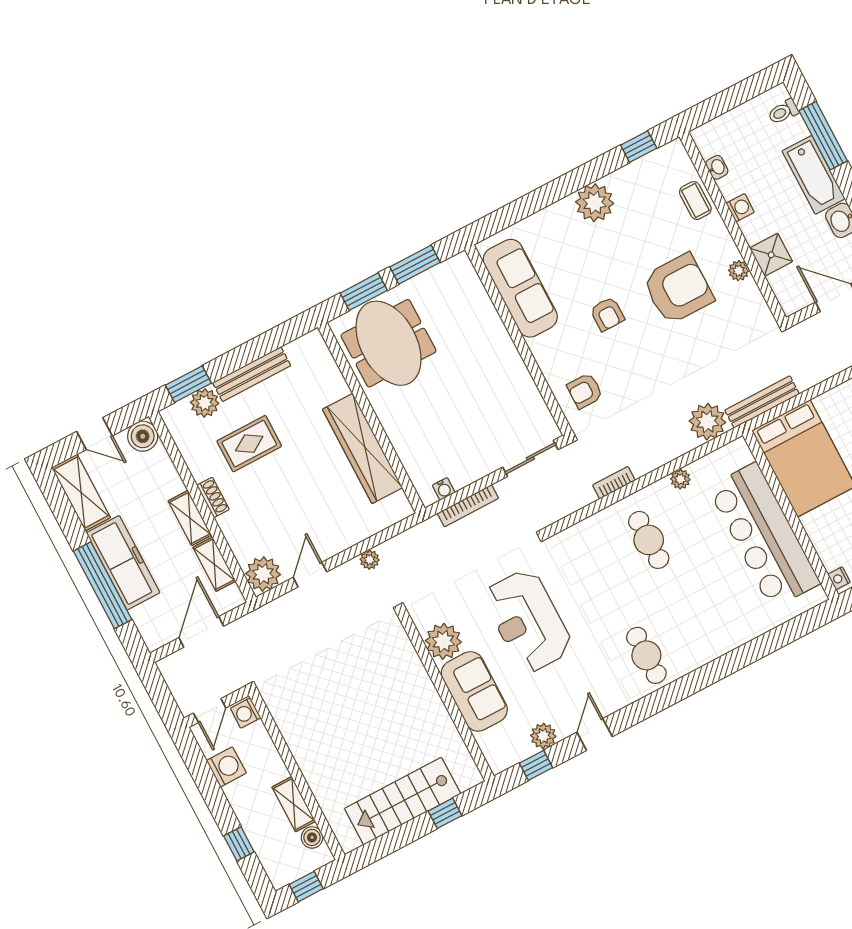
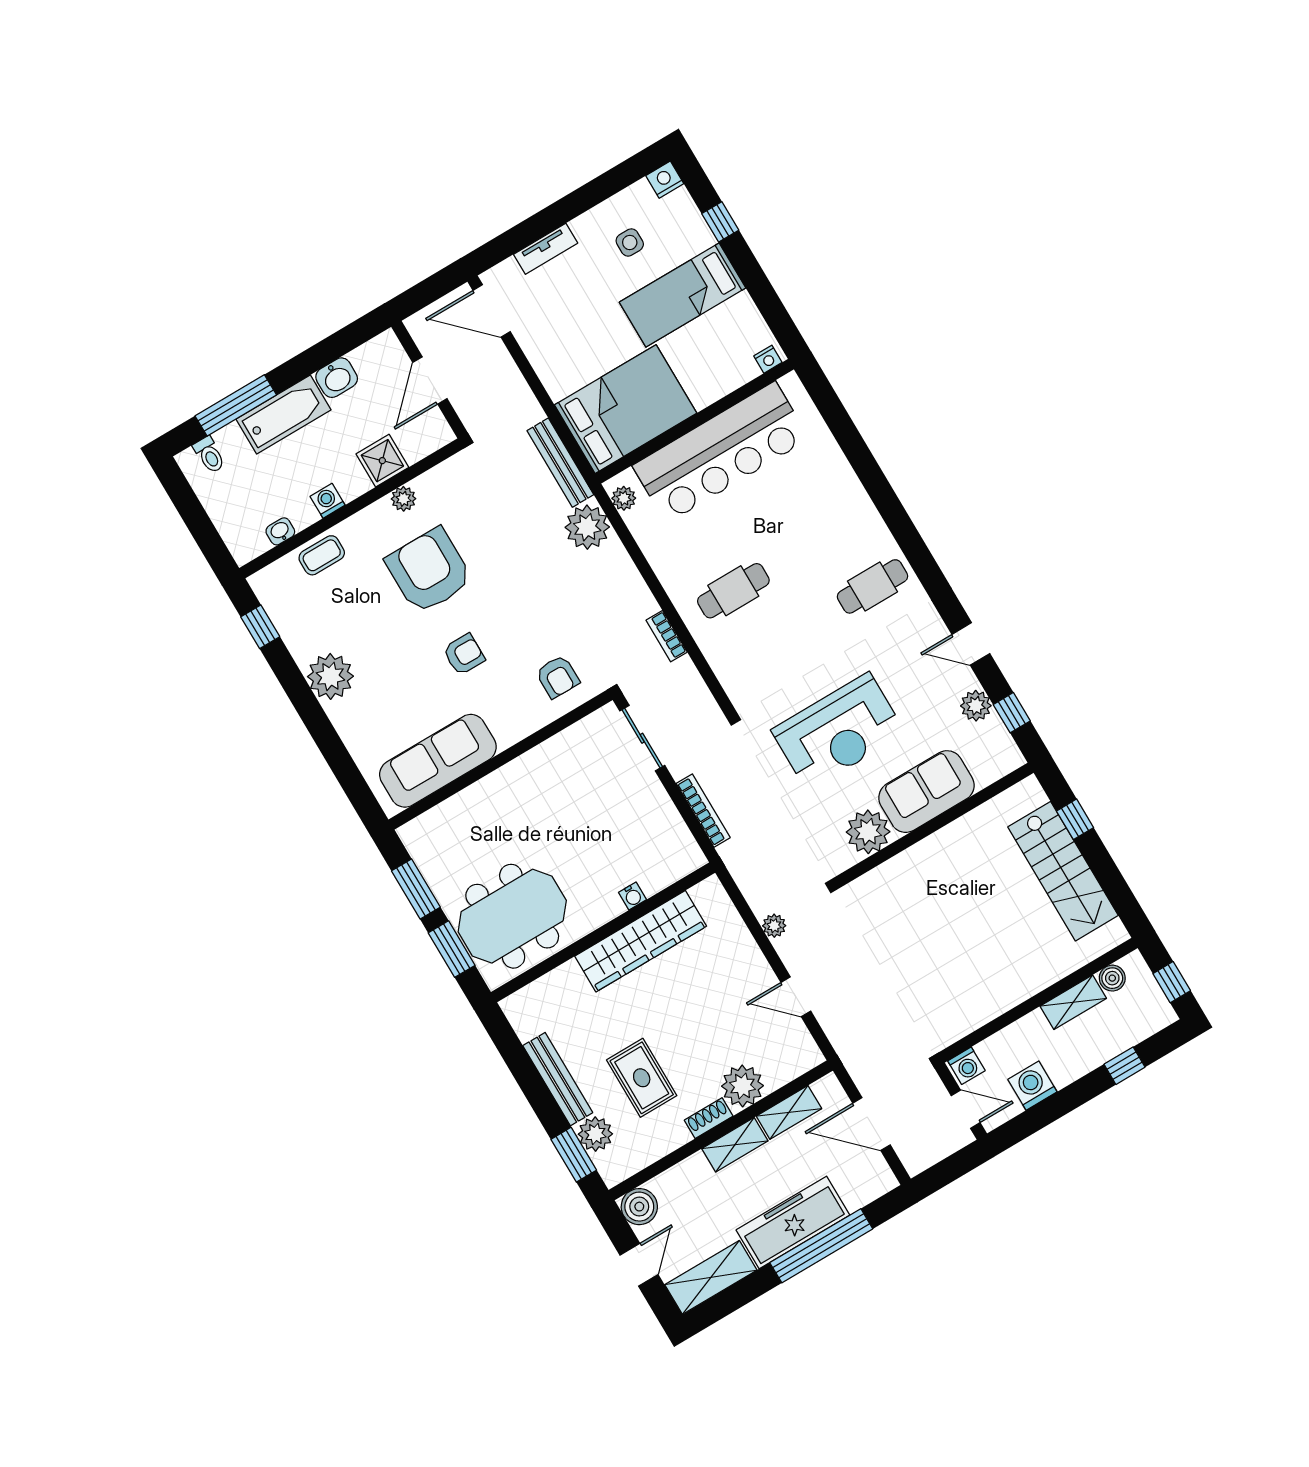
plant: (680, 479) -> (624, 498), moved
water cooler: (444, 489) -> (632, 896), moved, turned 90
plant: (263, 574) -> (742, 1086), moved

